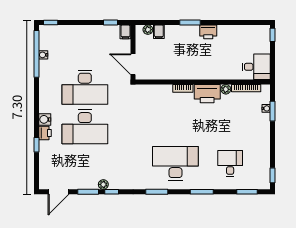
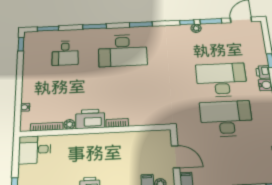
door: (133, 64) -> (176, 157), moved
window: (273, 111) -> (18, 105), removed

